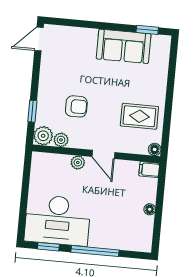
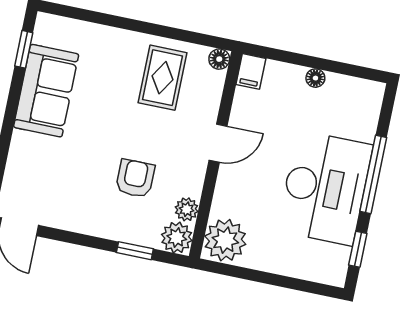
plant: (78, 162) -> (225, 240), moved, width x1.88, depth x1.88
desk: (58, 220) -> (325, 188), moved

